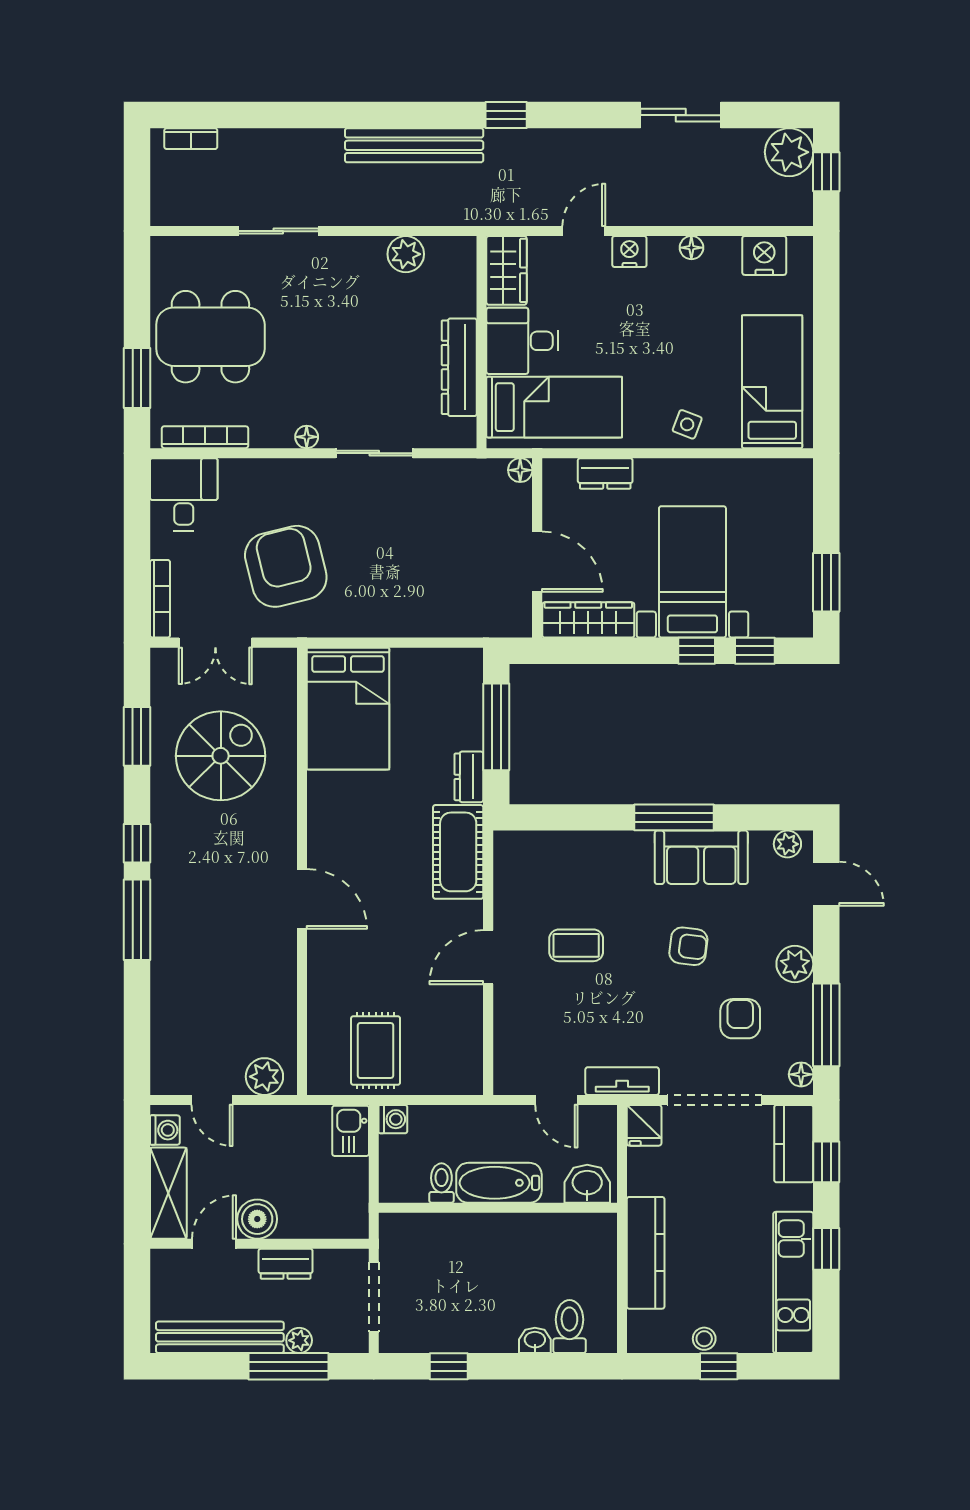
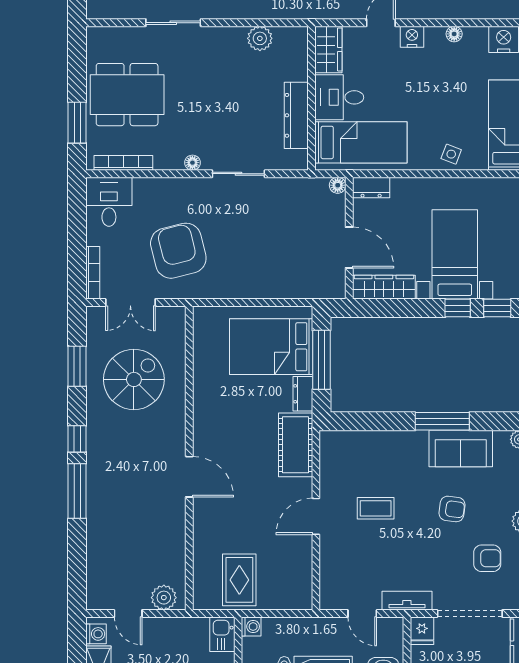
dresser: (605, 473) -> (371, 187), moved
bed: (348, 709) -> (271, 347), moved, turned 90
armchair: (740, 1019) -> (487, 558), turned 90

